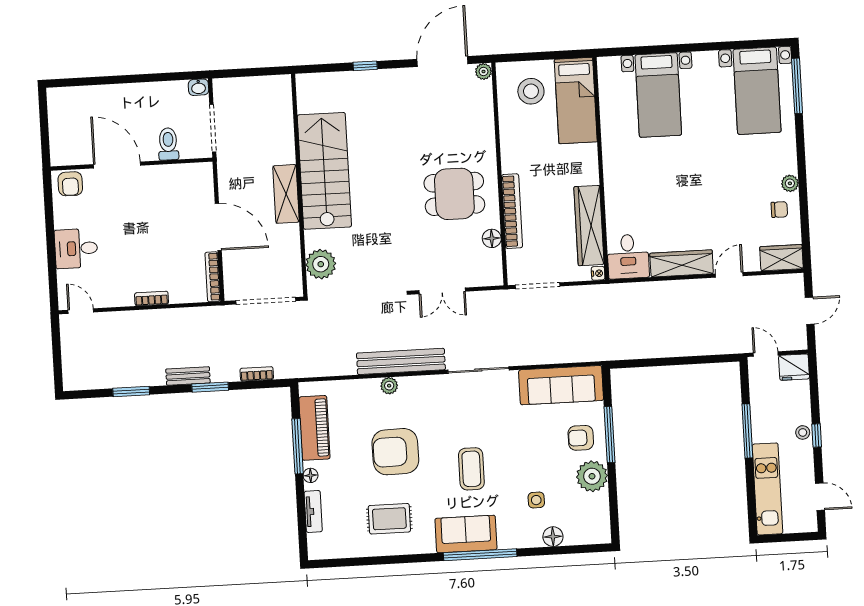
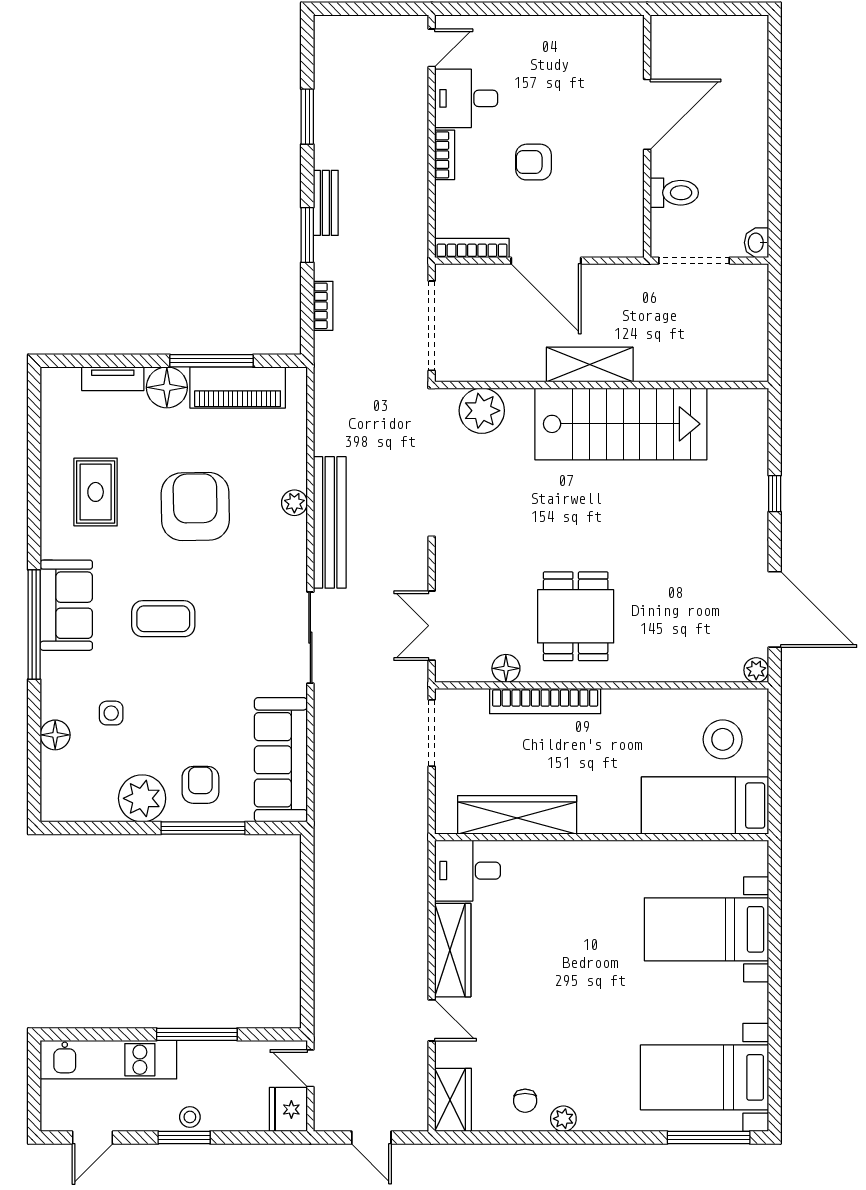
armchair: (70, 184) -> (533, 162), moved
door: (218, 227) -> (546, 261), hinge flipped
desk: (76, 248) -> (466, 98), moved, turned -90
nightstand: (598, 273) -> (445, 824), removed
double door: (442, 291) -> (432, 626), moved
door: (766, 354) -> (310, 1068), swing flipped
window: (817, 436) -> (184, 1138), width x1.50
floor lamp: (311, 475) -> (167, 387), width x1.89, depth x1.89

